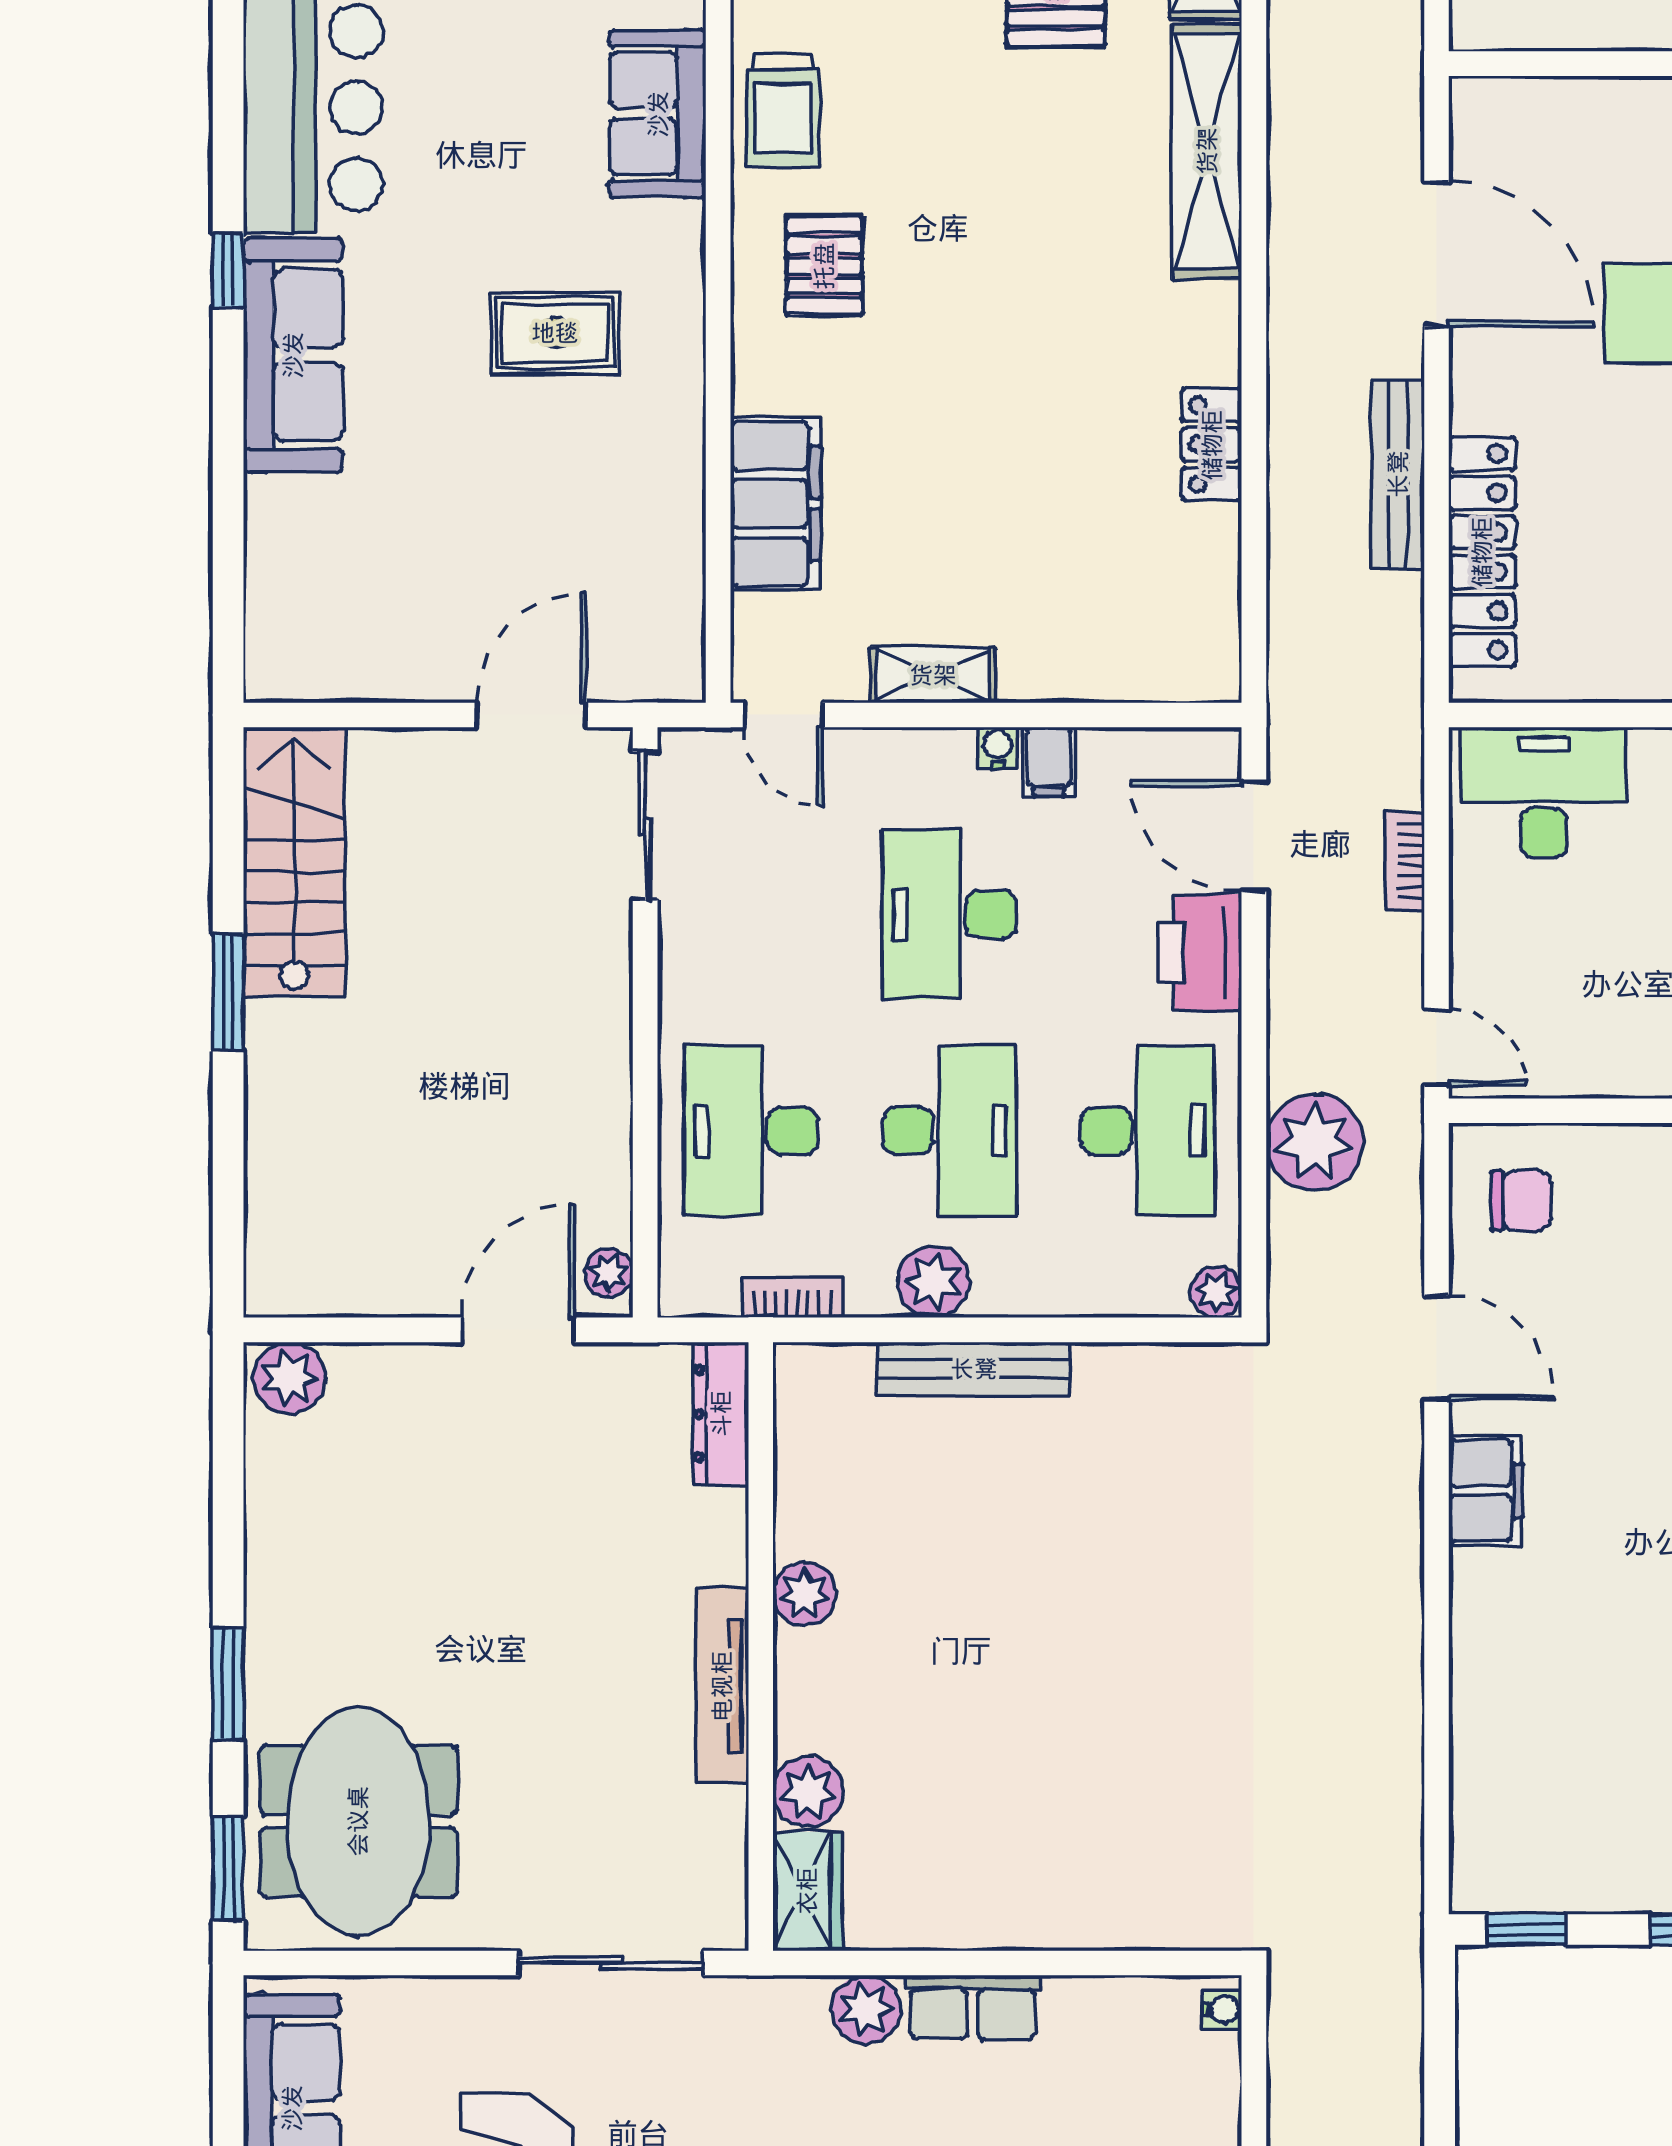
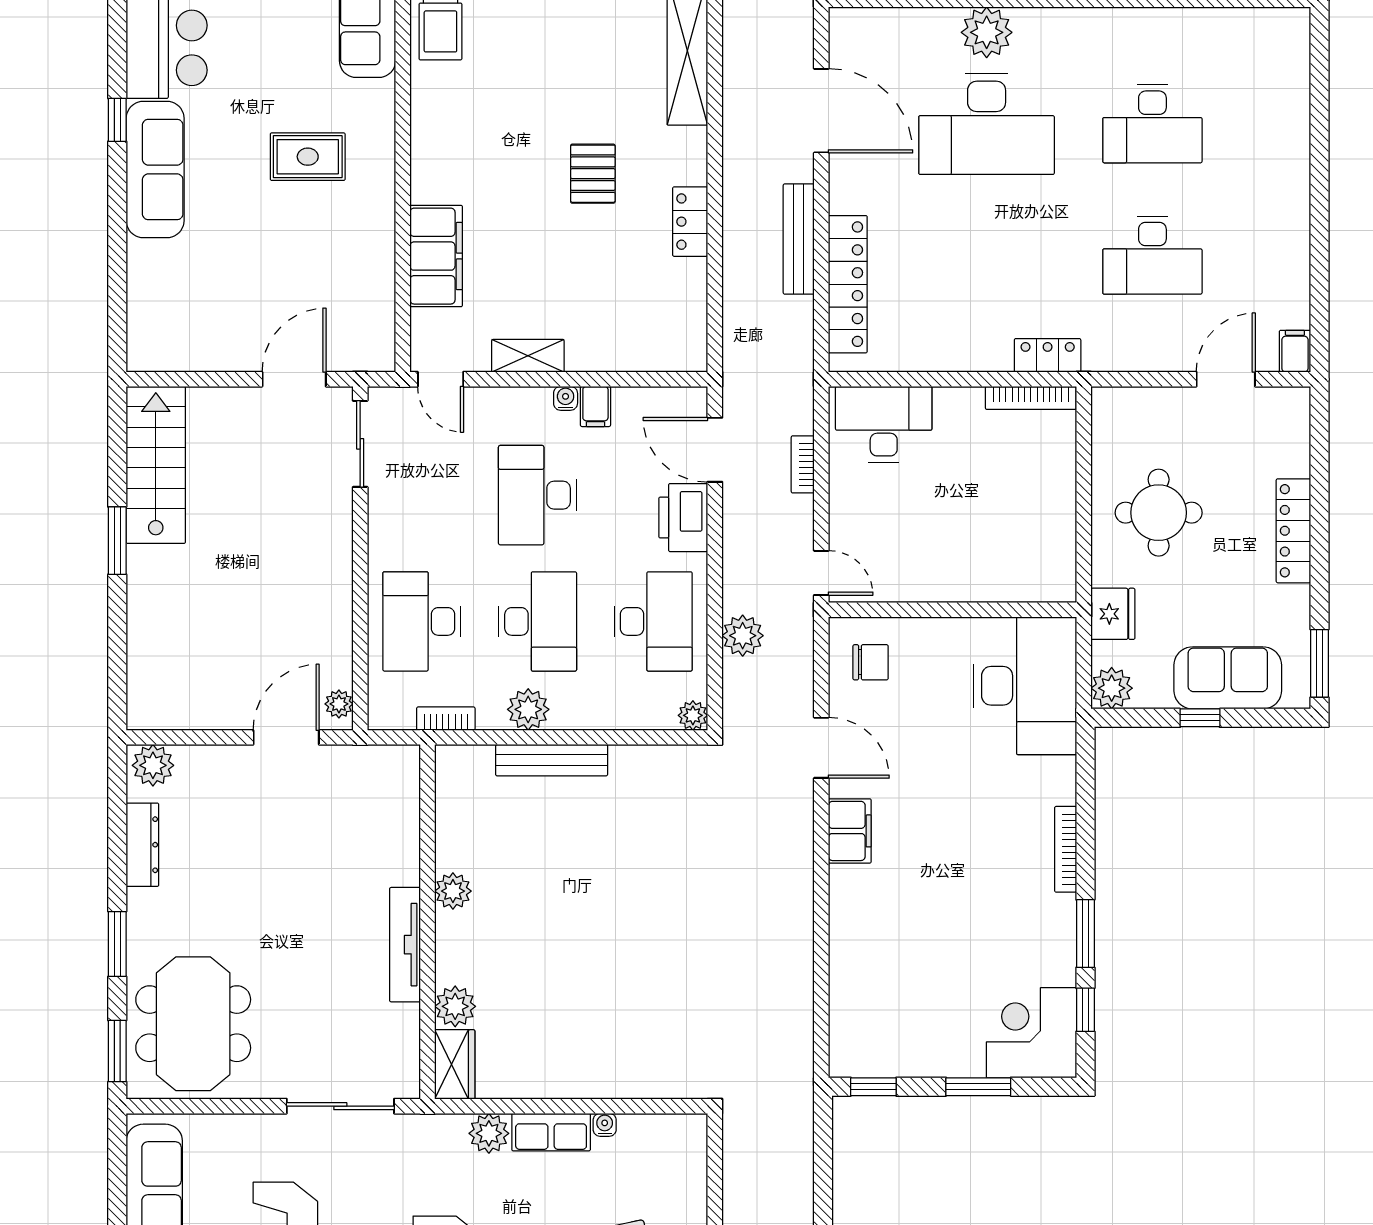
pallet: (824, 266) -> (593, 174), moved
plant: (1315, 1142) -> (743, 636), width x0.73, depth x0.73
dresser: (721, 1414) -> (142, 845), moved, turned 180
water cooler: (1222, 2009) -> (605, 1125), moved, turned -90

